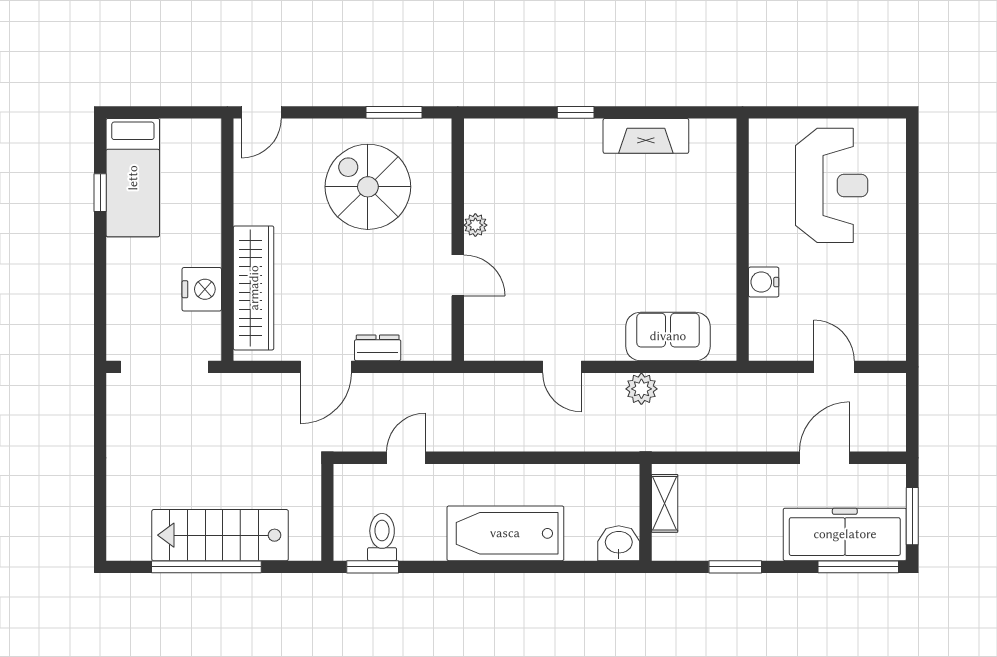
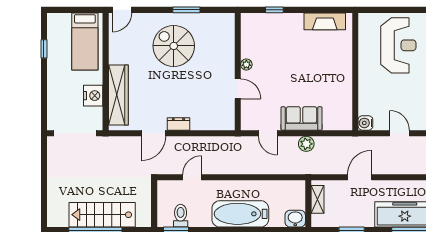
fireplace: (646, 136) -> (325, 21), moved
bed: (133, 178) -> (85, 42), moved
plant: (475, 225) -> (246, 64), moved
wall: (458, 240) -> (238, 72), moved
door: (458, 275) -> (238, 89), moved
water cooler: (764, 282) -> (365, 123), moved
sofa: (668, 336) -> (301, 118), moved
door: (825, 458) -> (360, 177), moved

